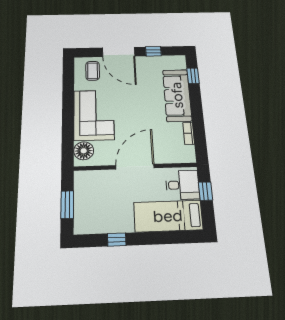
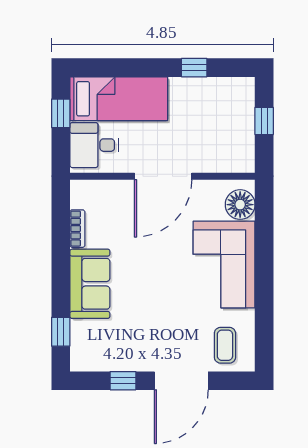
door: (119, 52) -> (181, 381), swing flipped
sofa: (177, 95) -> (90, 284), width x0.73
window: (205, 191) -> (61, 113), moved
window: (67, 205) -> (264, 121), width x0.67

